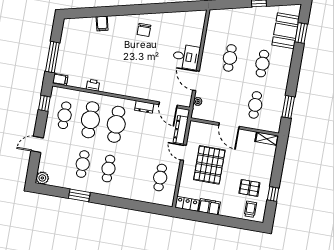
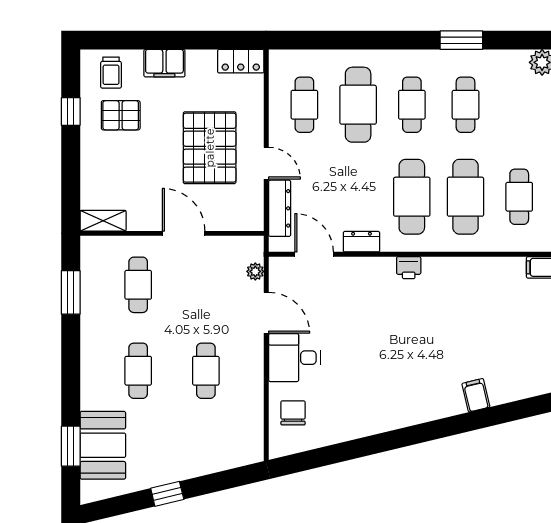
chair: (144, 30) -> (293, 413), moved
printer: (93, 85) -> (409, 268), moved
cafe table: (134, 173) -> (358, 105), added
filing cabinet: (209, 207) -> (164, 63), moved

